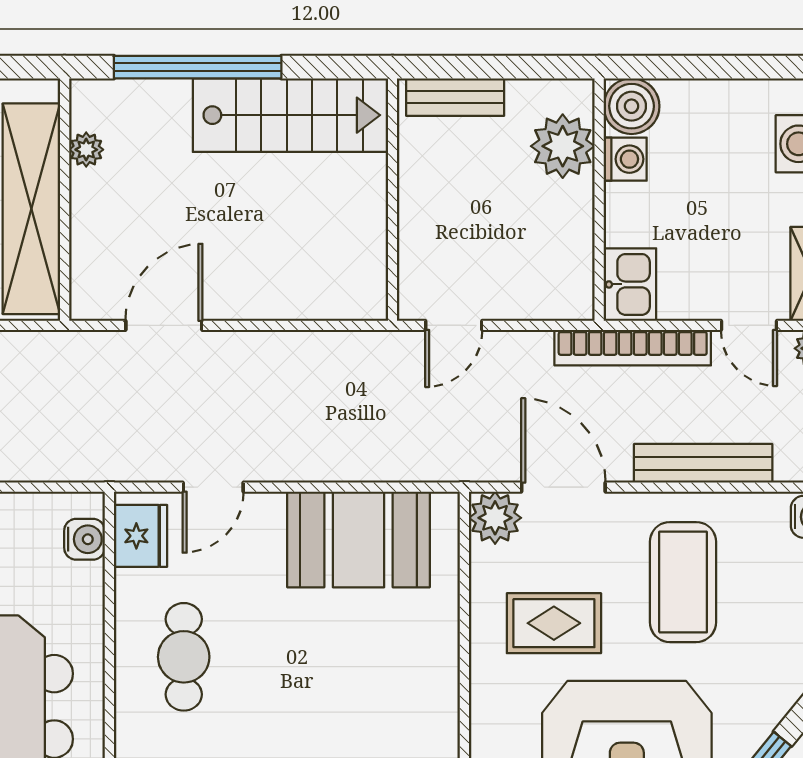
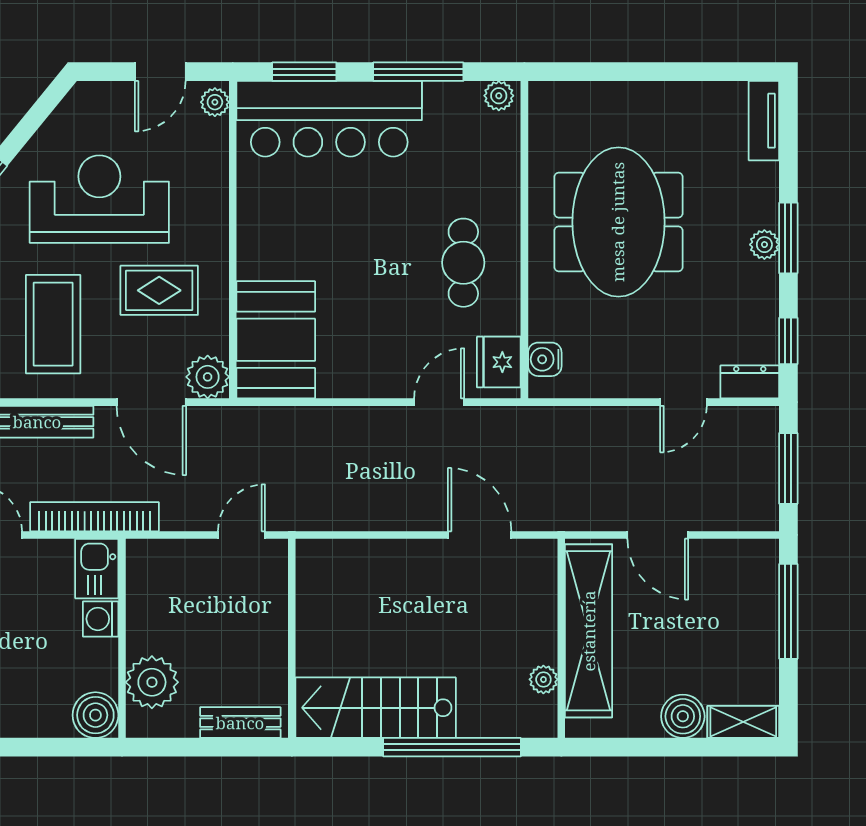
washing machine: (625, 159) -> (101, 619), moved
door: (164, 325) -> (480, 535), swing flipped
booth: (358, 539) -> (276, 340), moved, turned 90

